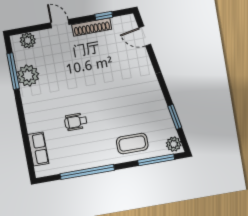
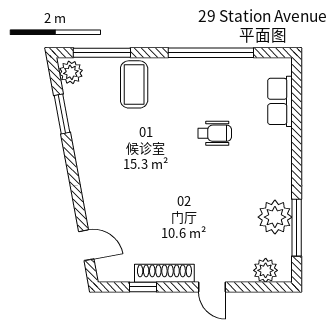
coffee table: (132, 144) -> (134, 84), turned 90

